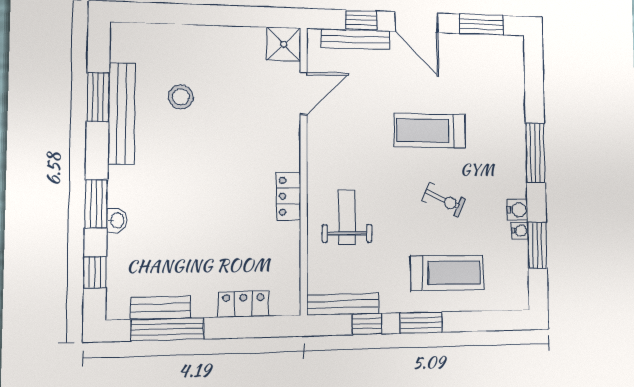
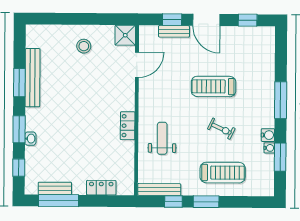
window: (481, 25) -> (248, 20), width x0.67
bench: (355, 39) -> (174, 31), width x0.73
window: (98, 97) -> (19, 83), moved
stool: (181, 97) -> (84, 46), moved

